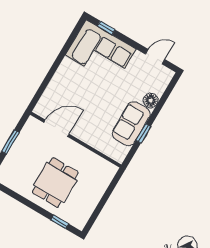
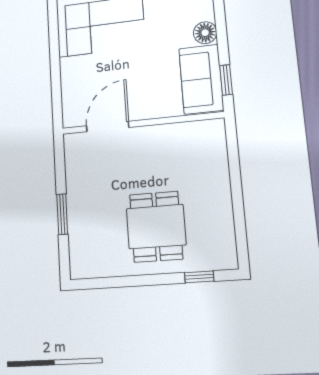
door: (56, 128) -> (108, 127), moved
wall: (76, 140) -> (142, 123), moved

